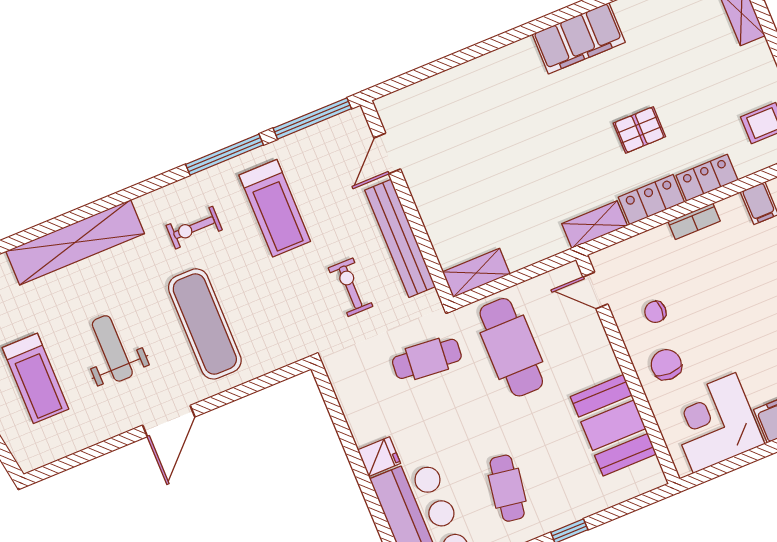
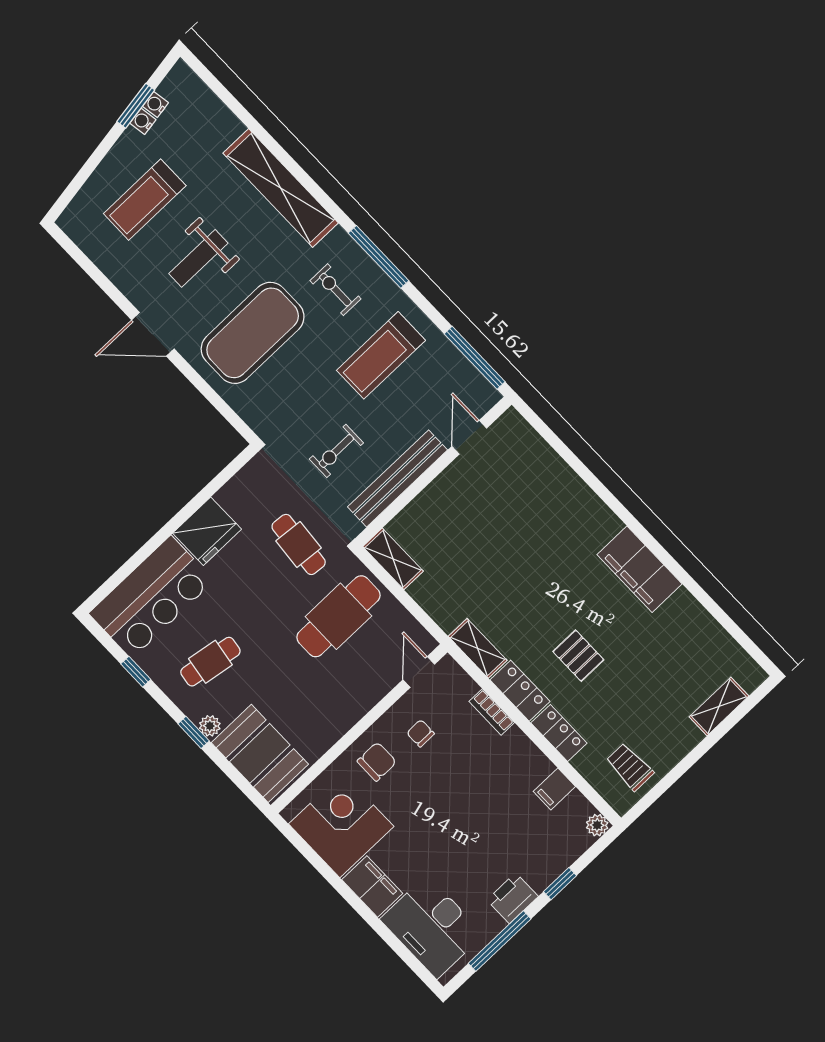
door: (387, 154) -> (469, 437), hinge flipped
window: (225, 155) -> (379, 257), moved
bookcase: (694, 221) -> (492, 712), moved
exercise bike: (351, 287) -> (336, 451), turned 180
exercise mat: (205, 324) -> (253, 333), width x1.47
weight bench: (112, 348) -> (198, 258), turned 180
booth: (613, 425) -> (260, 753), moved, turned 90
fridge: (379, 457) -> (207, 531), width x1.88, depth x1.34
plant: (569, 513) -> (210, 726), added

